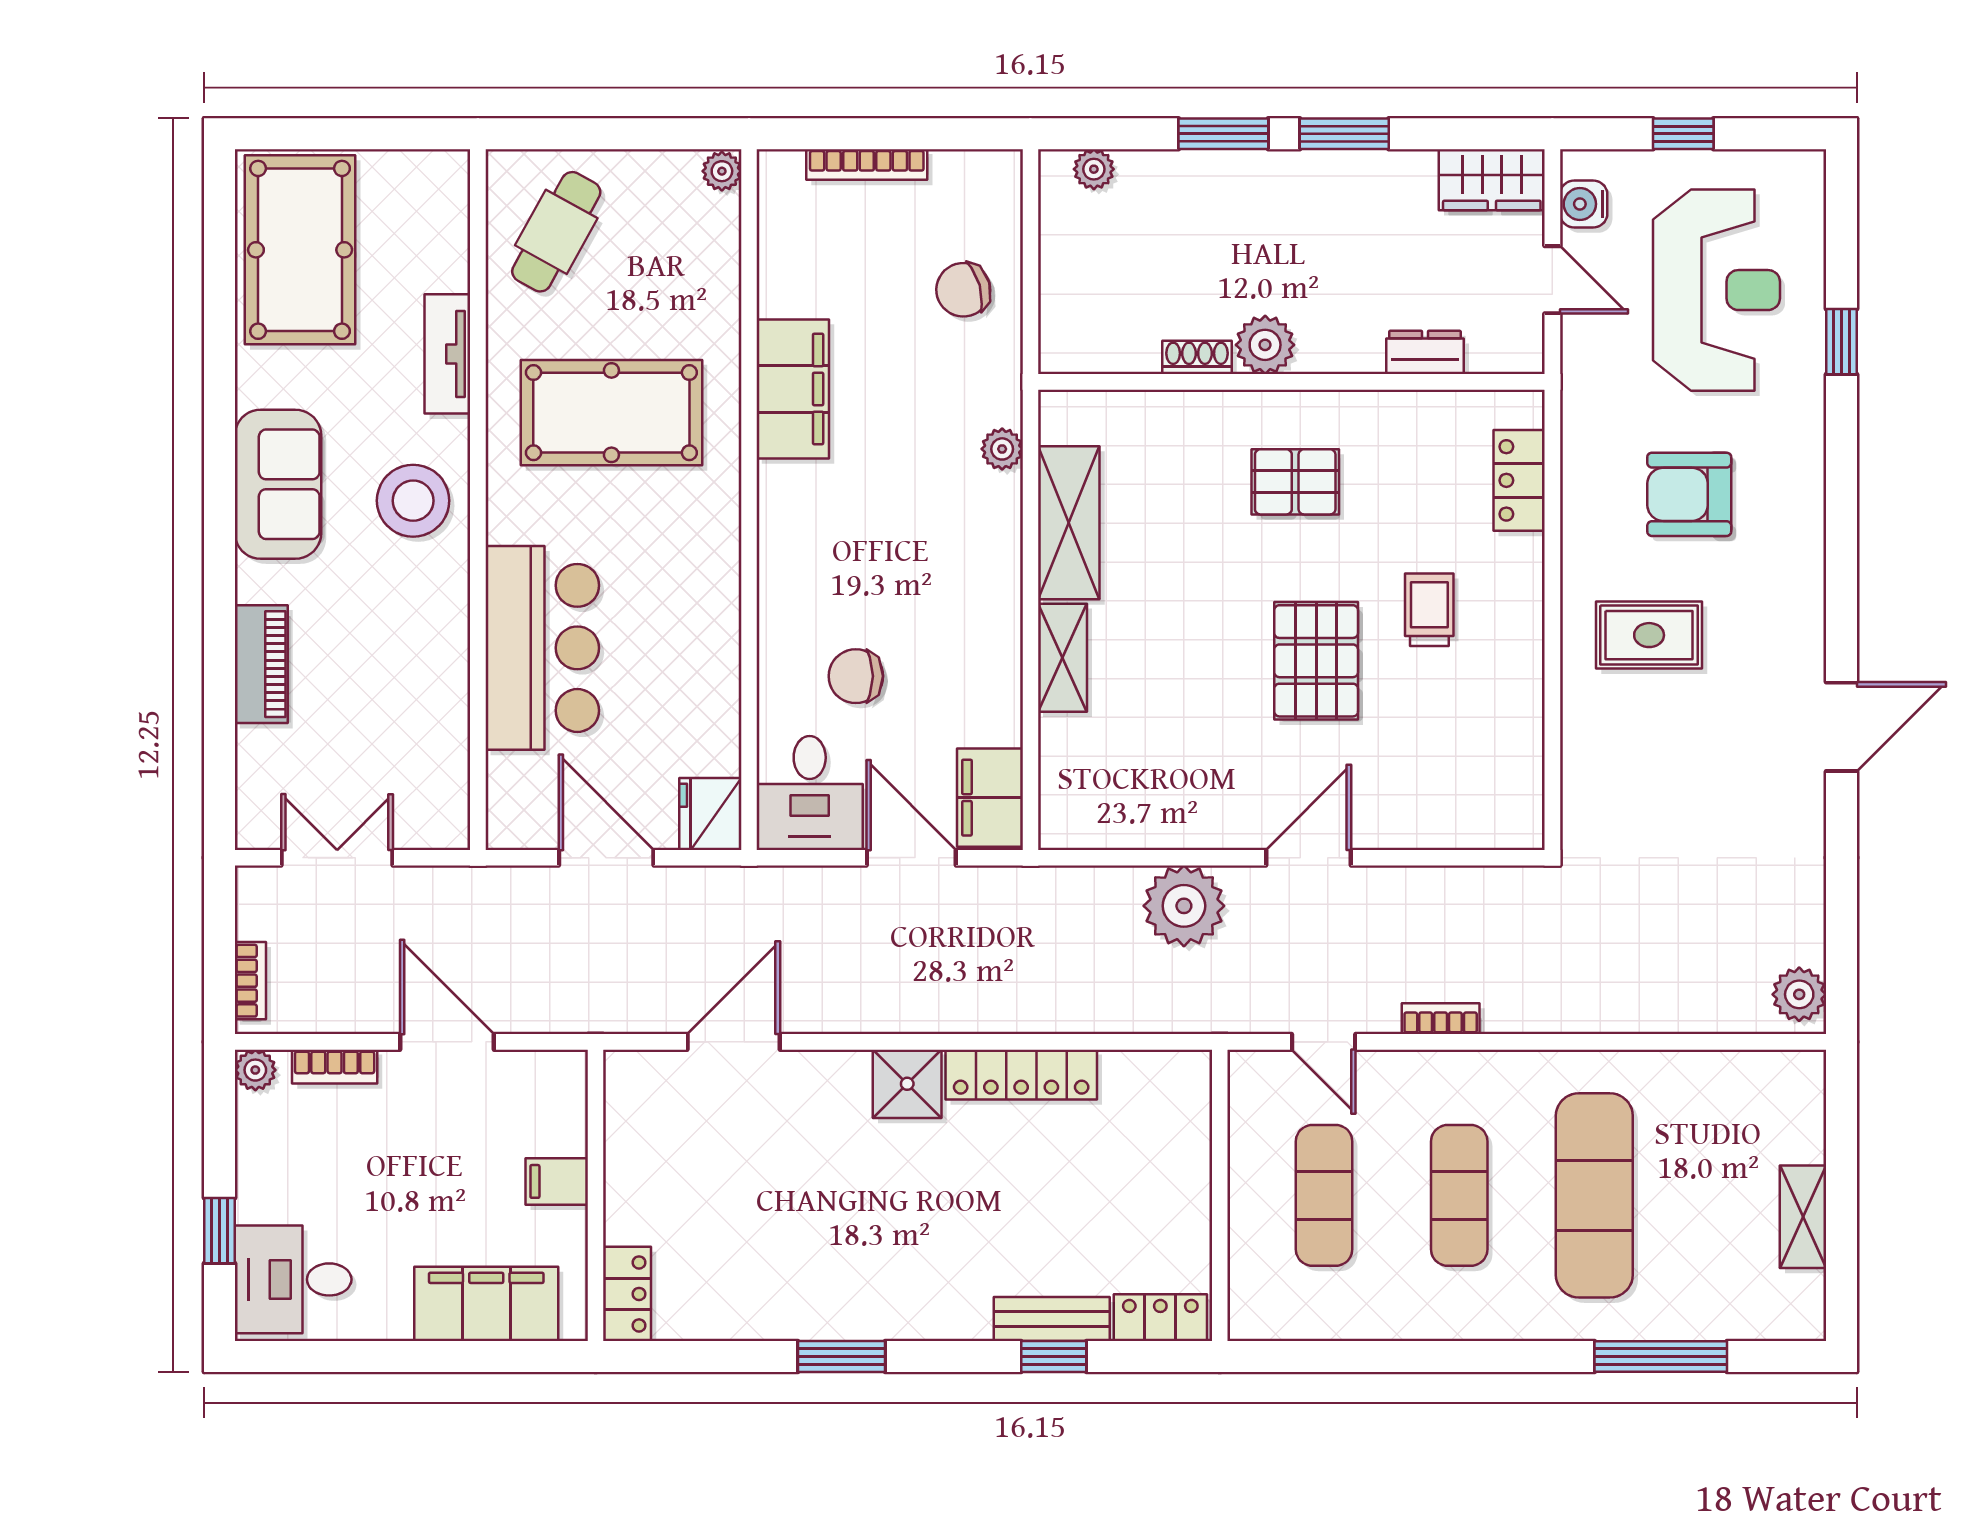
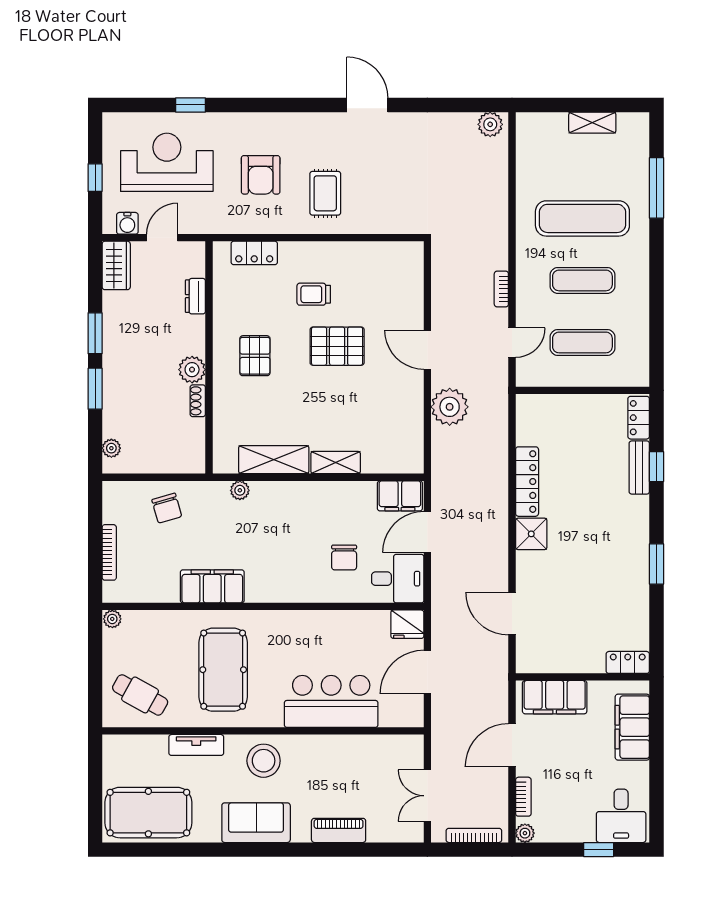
bookcase: (250, 981) -> (474, 835), width x1.56
filing cabinet: (557, 1181) -> (555, 697), width x3.00, depth x1.17

